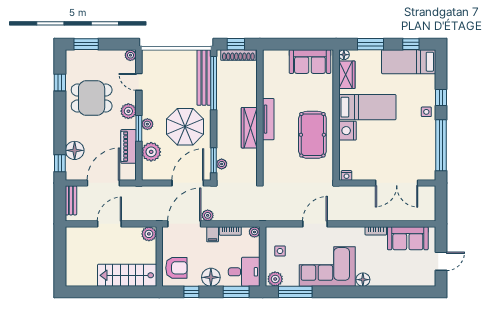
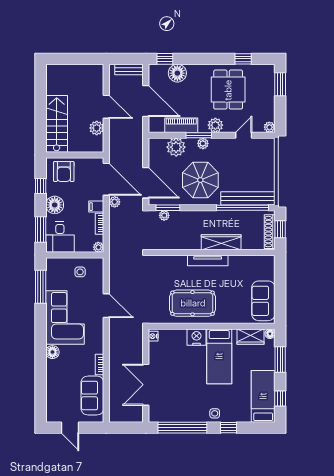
wardrobe: (249, 128) -> (221, 242), moved
plant: (149, 234) -> (97, 128), moved
plant: (275, 279) -> (53, 267), removed

